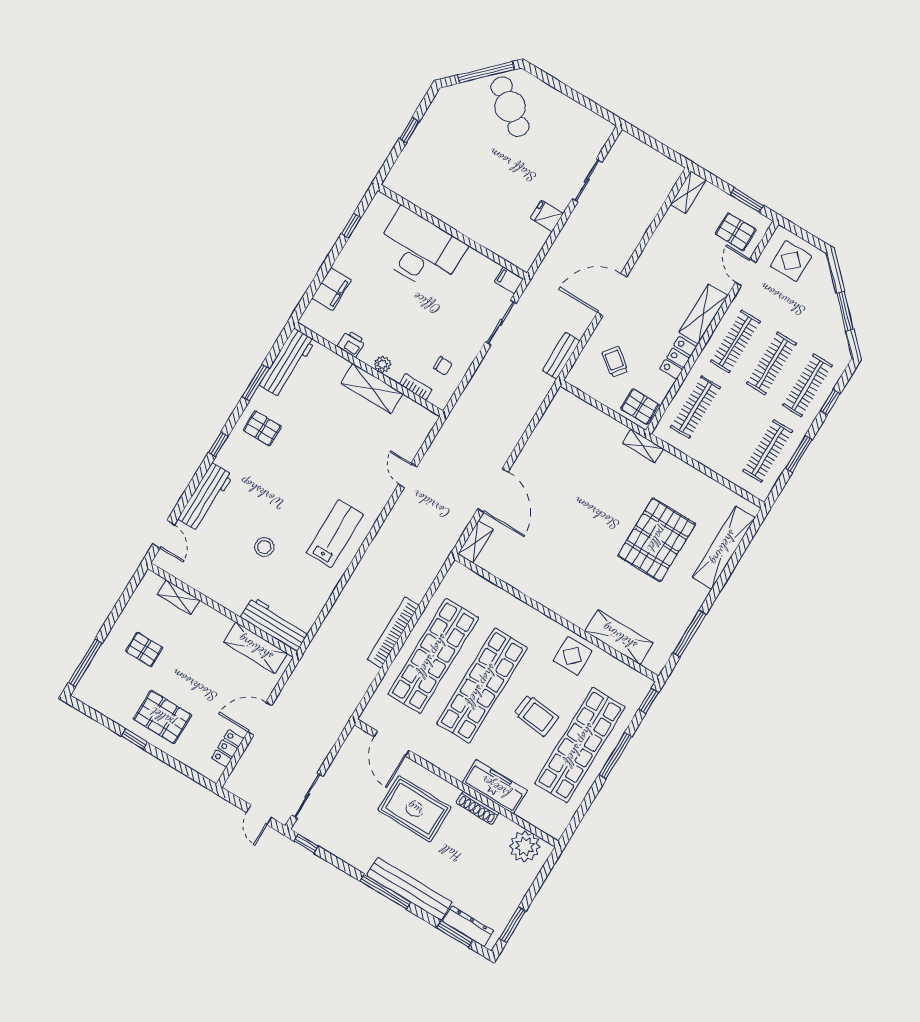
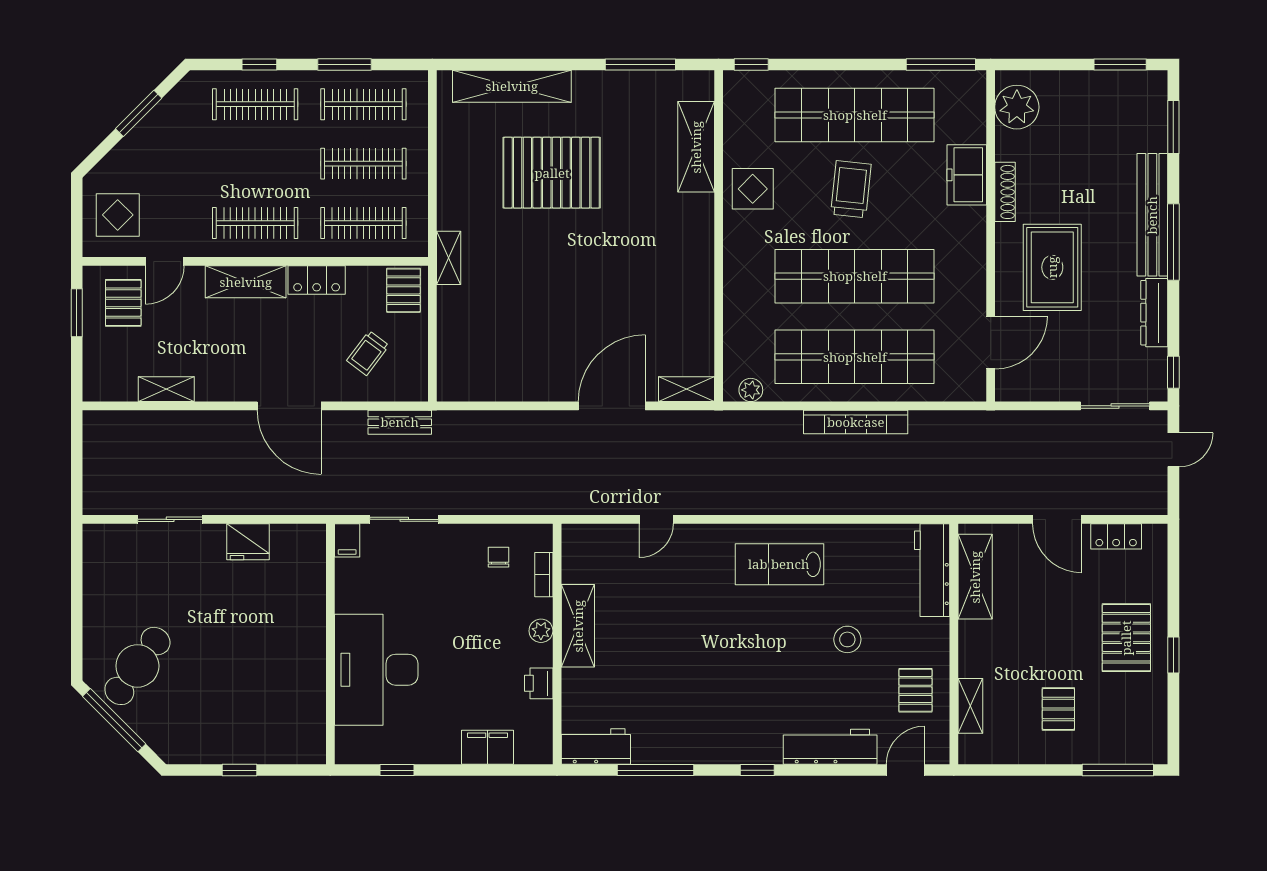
shelving: (688, 192) -> (166, 389), moved
fridge: (547, 216) -> (248, 542), width x1.38
workbench: (287, 363) -> (596, 747), width x0.73
clothes rail: (771, 363) -> (363, 164), moved
window: (256, 383) -> (656, 770), width x1.44
pallet: (262, 428) -> (915, 690), moved
plant: (451, 581) -> (751, 390), added
window: (615, 756) -> (941, 64), moved
freezer: (495, 787) -> (967, 175), width x0.71
dresser: (468, 926) -> (1154, 313), moved

